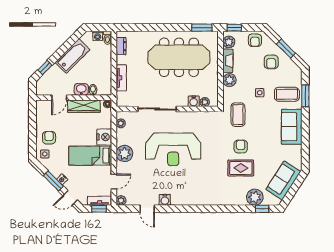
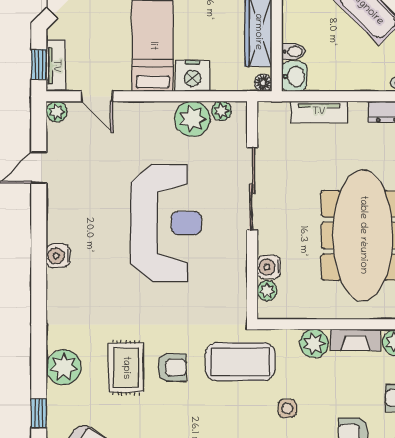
washbasin: (81, 89) -> (294, 76), moved
coffee table: (238, 115) -> (240, 362), width x1.36, depth x1.32
reception desk: (173, 149) -> (166, 223), turned 180
plant: (124, 153) -> (192, 119), moved
plant: (255, 197) -> (64, 367), moved
water cooler: (165, 200) -> (58, 256), moved

